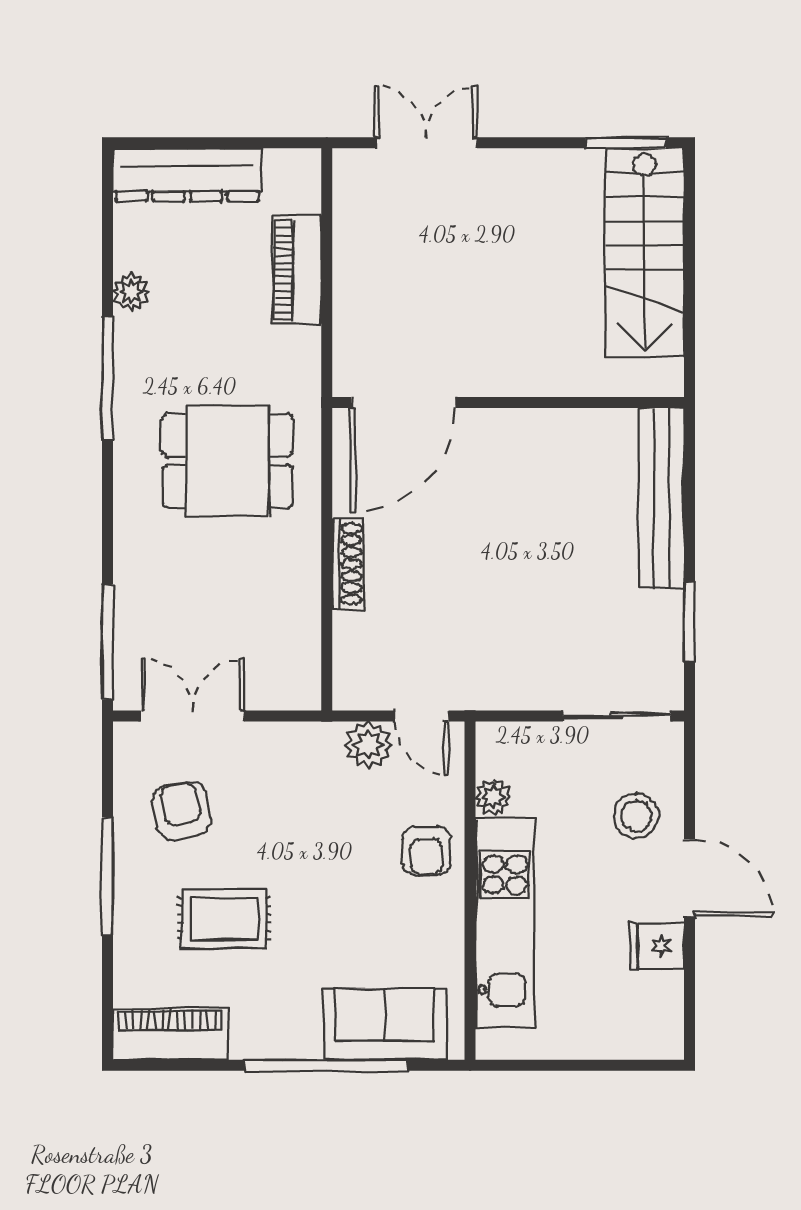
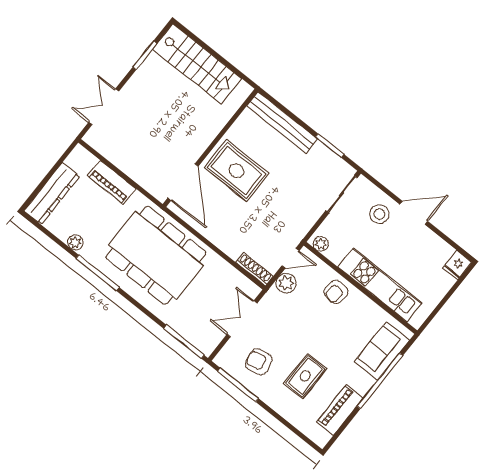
window: (626, 143) -> (145, 55), moved
dining table: (227, 461) -> (156, 255), width x1.88, depth x1.24
rug: (504, 485) -> (237, 171), added
shoe rack: (348, 564) -> (254, 269), moved
double door: (193, 716) -> (242, 319), moved
plant: (493, 797) -> (321, 244), moved
armchair: (426, 851) -> (336, 292), turned 96
window: (107, 876) -> (238, 385), moved
fridge: (657, 946) -> (457, 265), moved
piano: (170, 1034) -> (340, 410), moved

